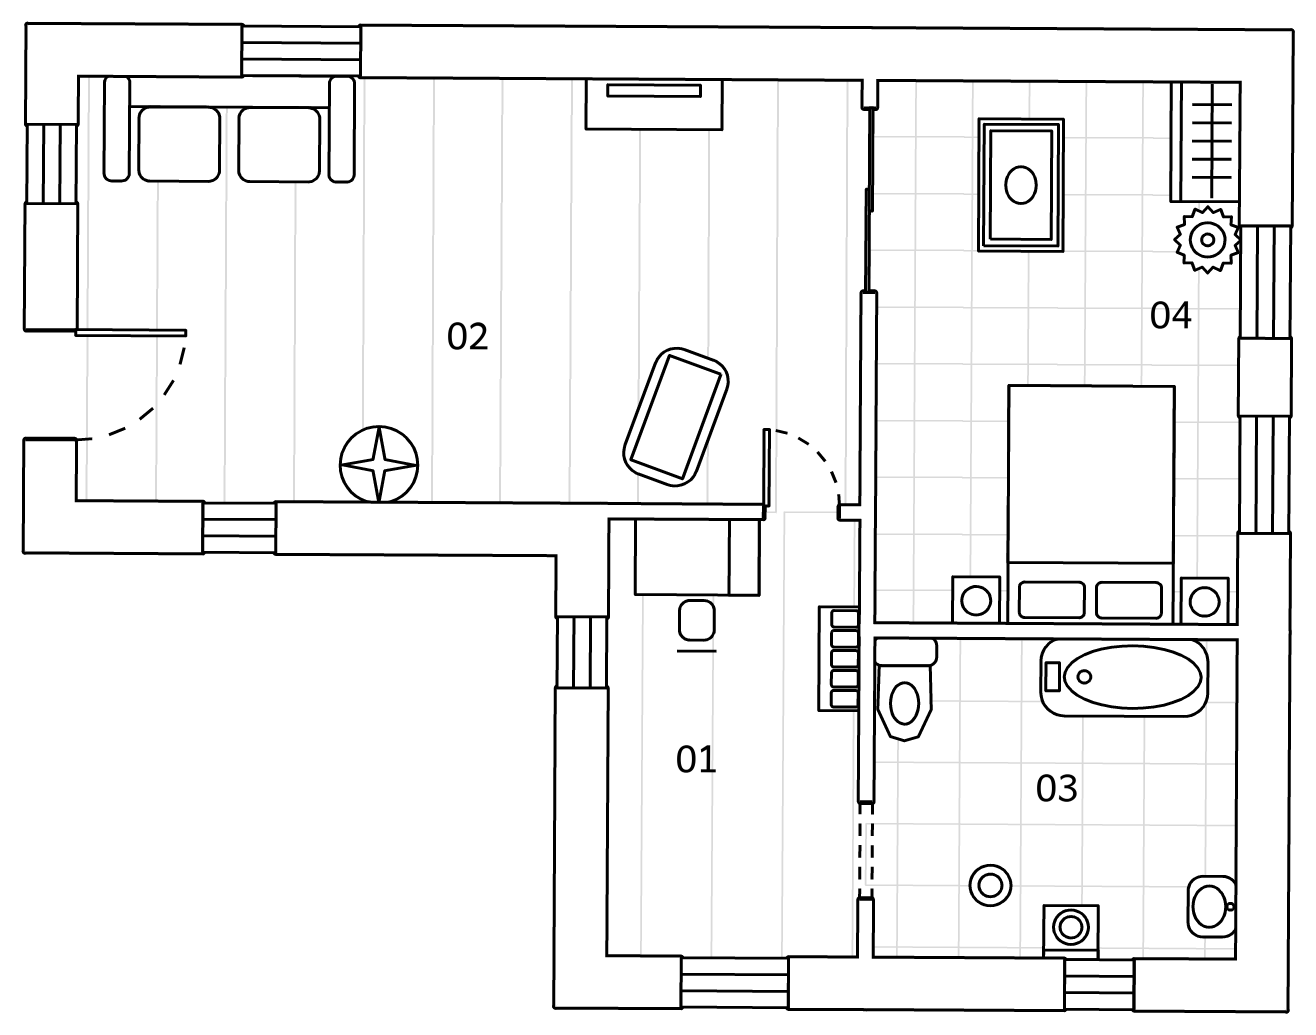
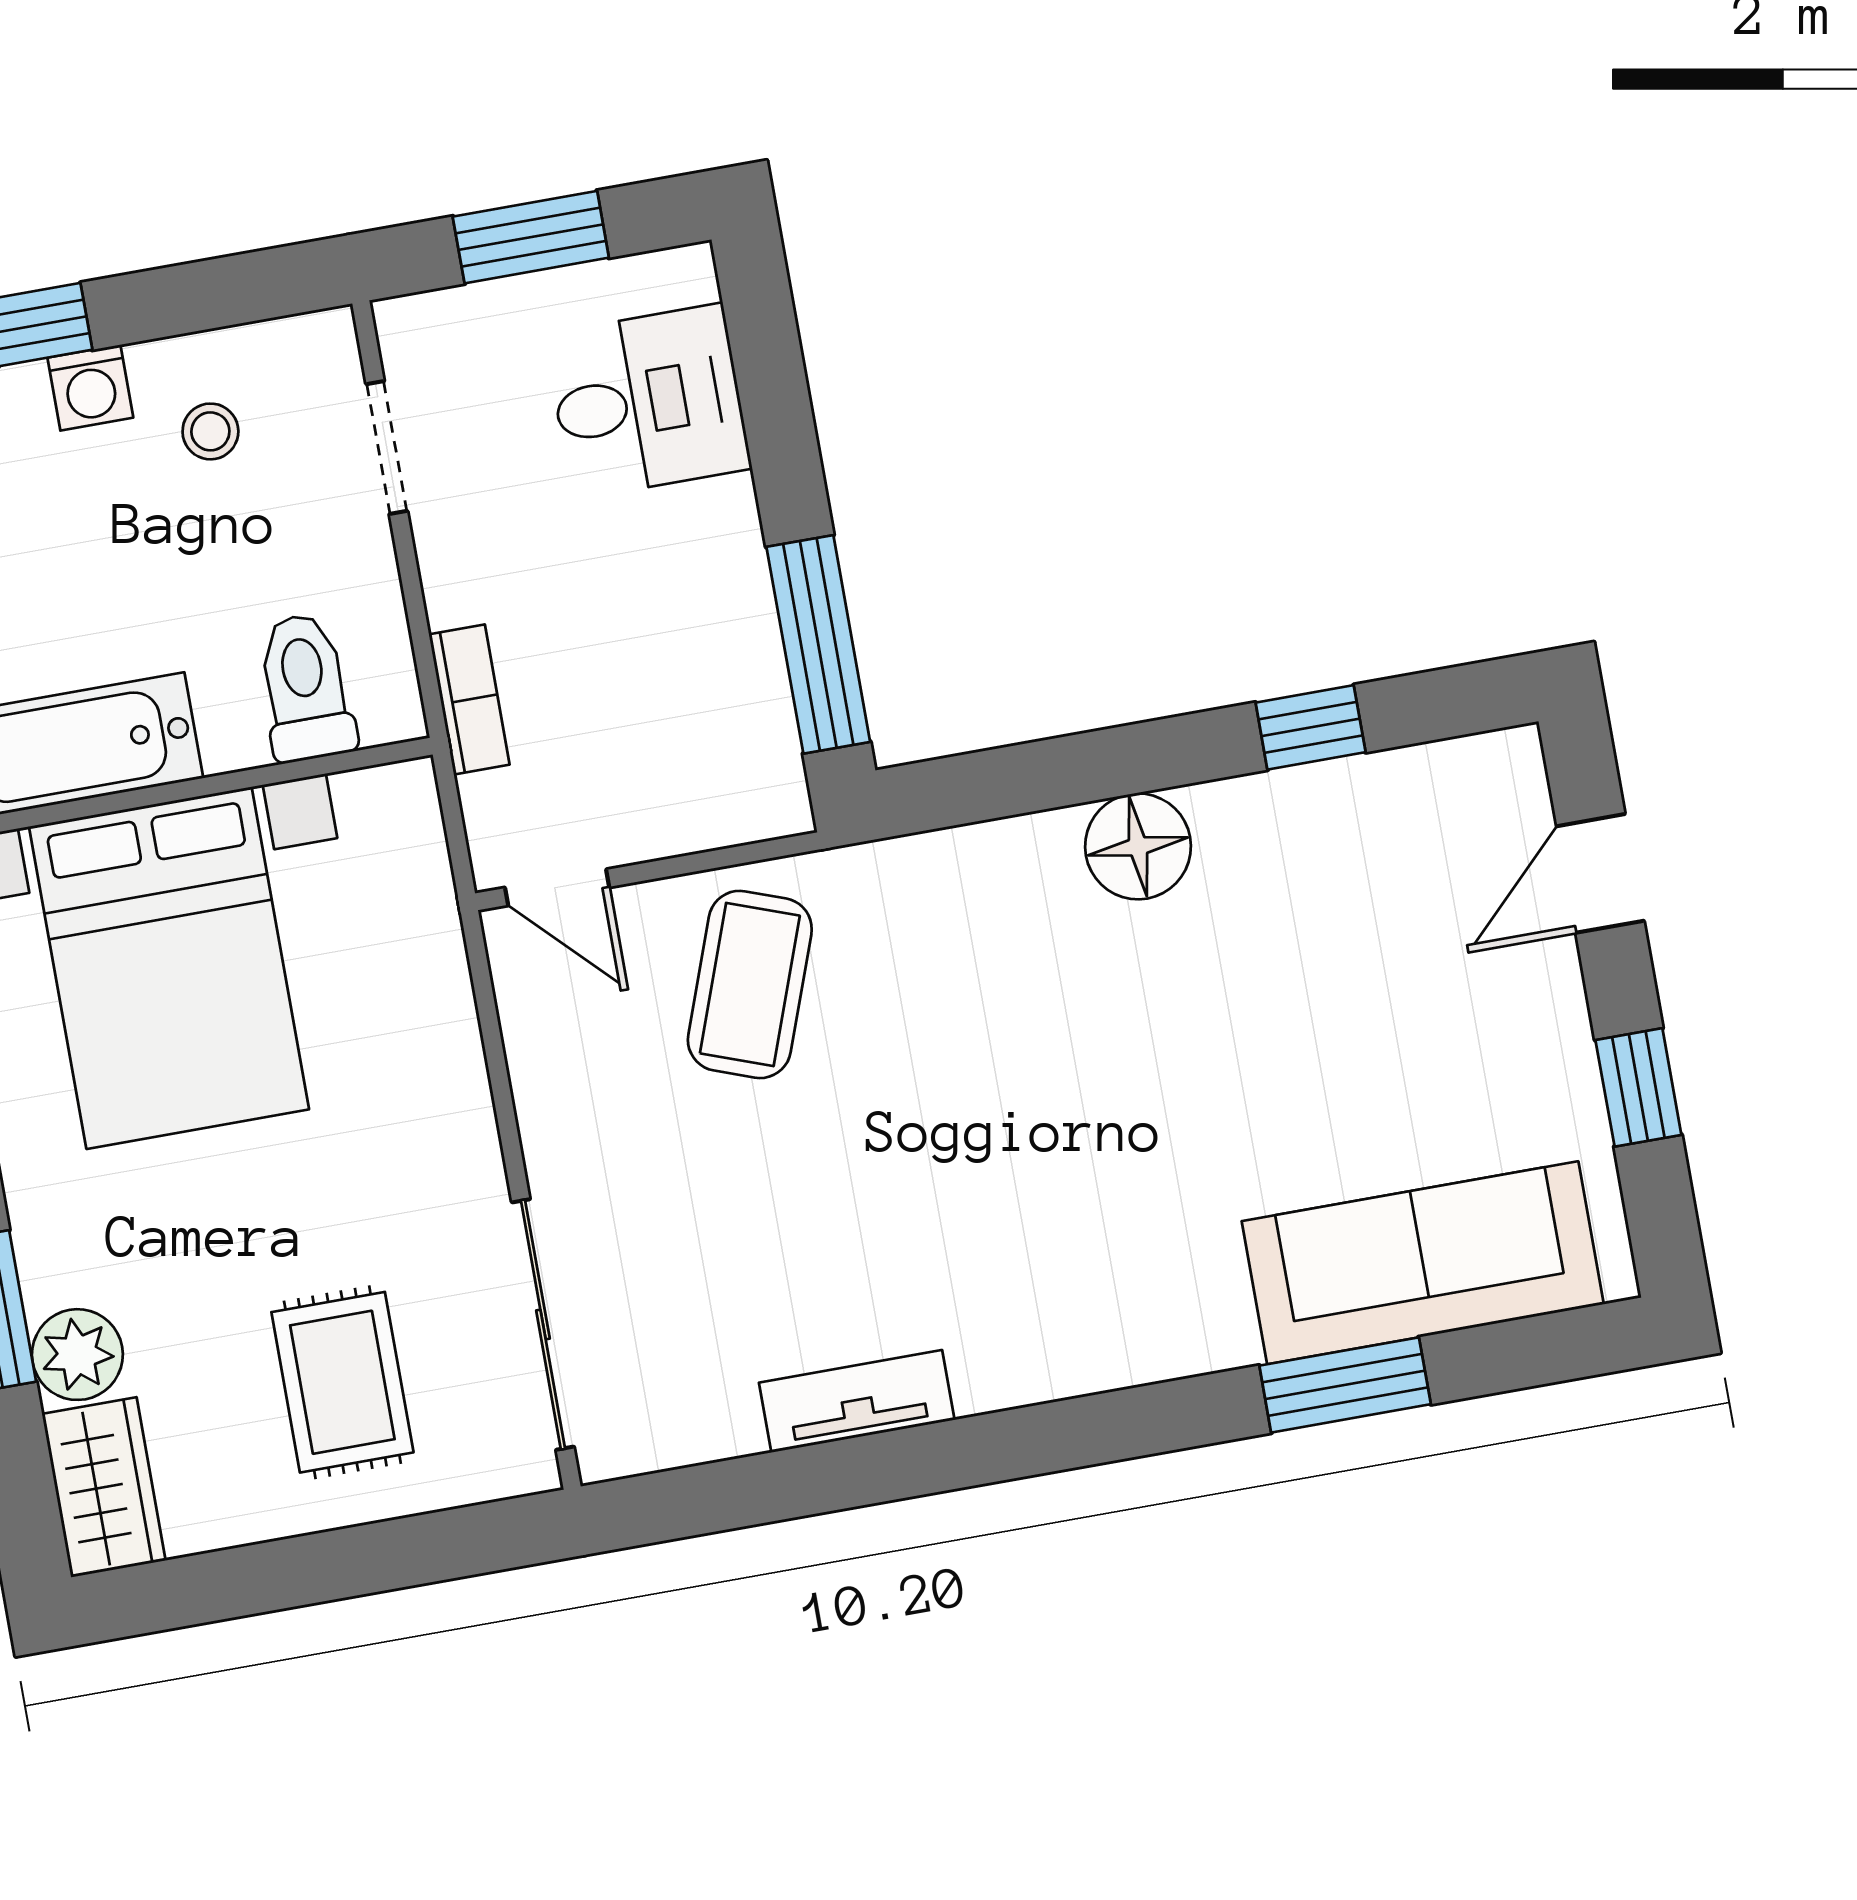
window: (52, 164) -> (1638, 1087), moved
door: (50, 385) -> (1600, 873), width x0.73
desk: (697, 584) -> (648, 401), moved, turned -90
window: (582, 652) -> (818, 644), width x2.17
toilet: (905, 689) -> (305, 687), moved

